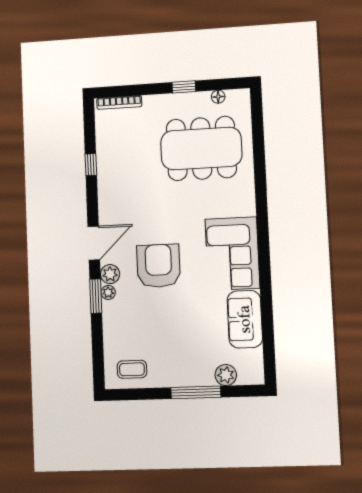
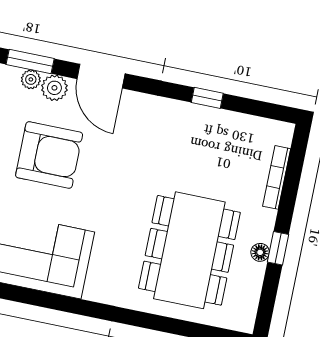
floor lamp: (218, 97) -> (260, 252), moved
bookcase: (119, 102) -> (277, 177), moved

